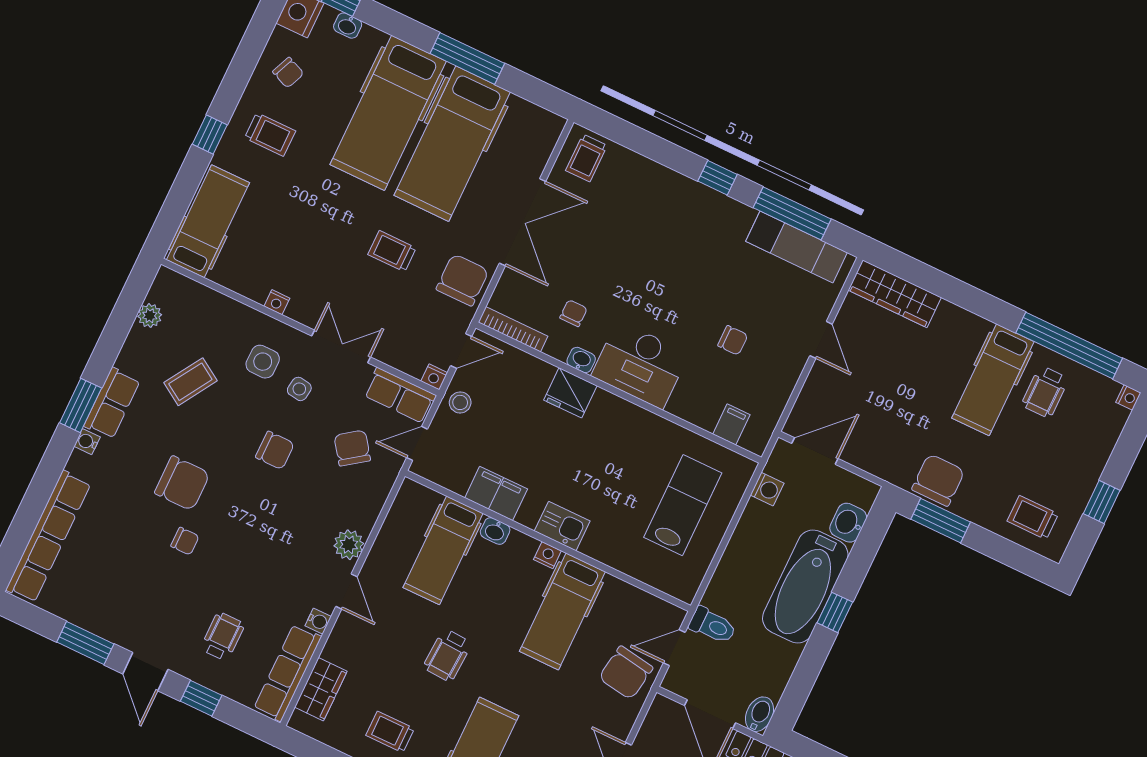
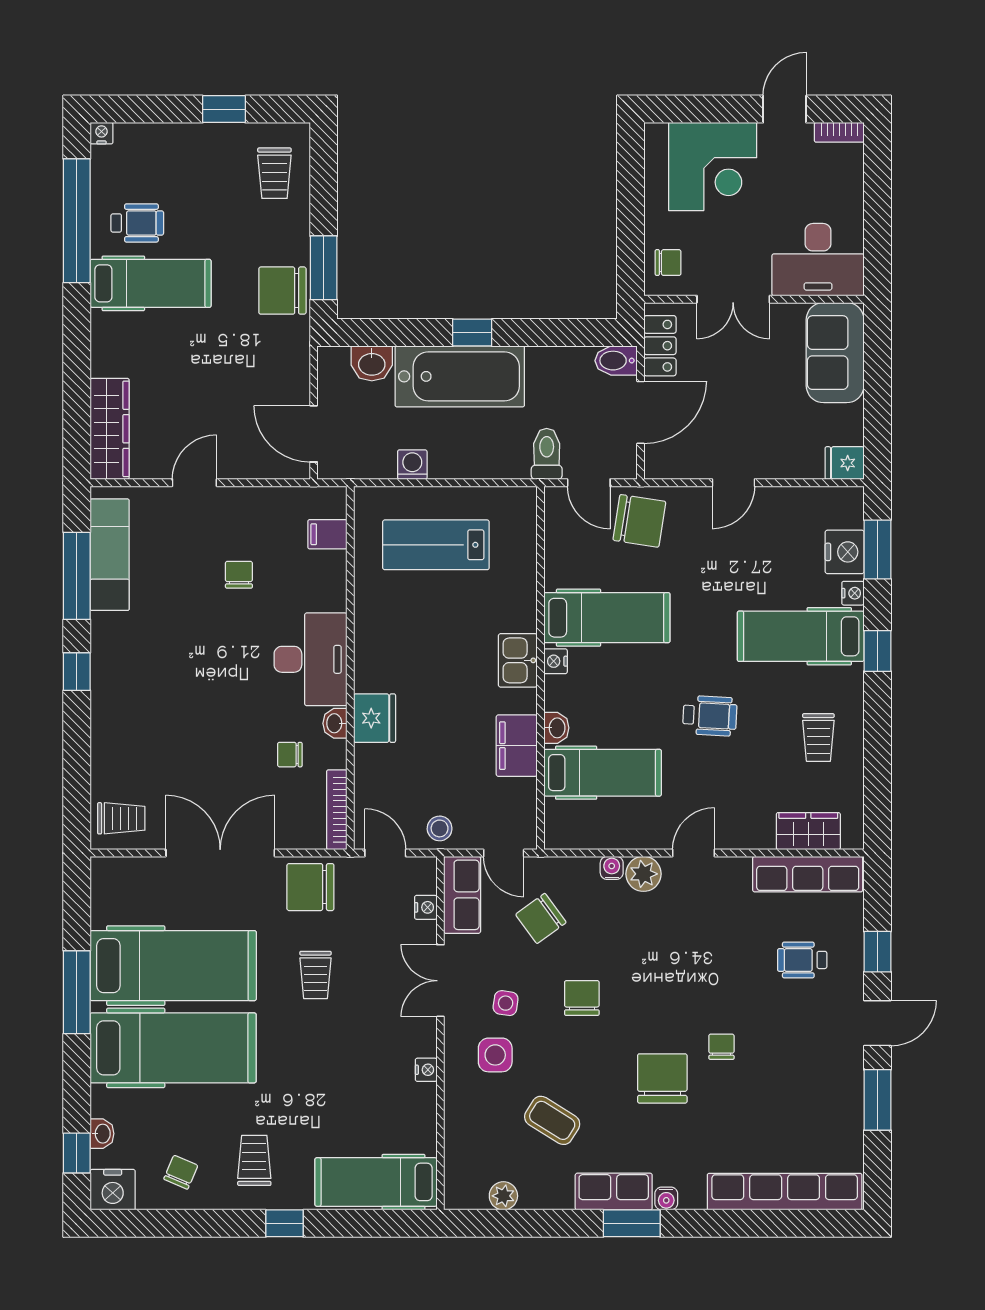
nightstand: (434, 377) -> (426, 907), moved
washing machine: (767, 489) -> (412, 465), moved
water cooler: (318, 621) -> (612, 868), moved

